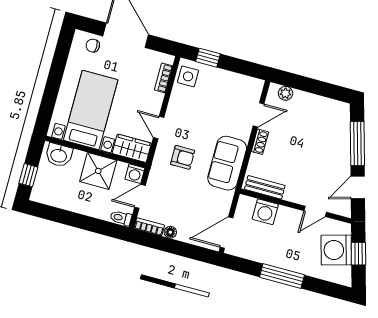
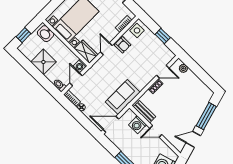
window: (208, 58) -> (163, 36), moved
armchair: (183, 157) -> (123, 45), moved
sofa: (227, 163) -> (123, 97), moved
shower: (98, 171) -> (43, 62), moved
door: (140, 196) -> (76, 79), hinge flipped
door: (315, 211) -> (156, 131), moved

